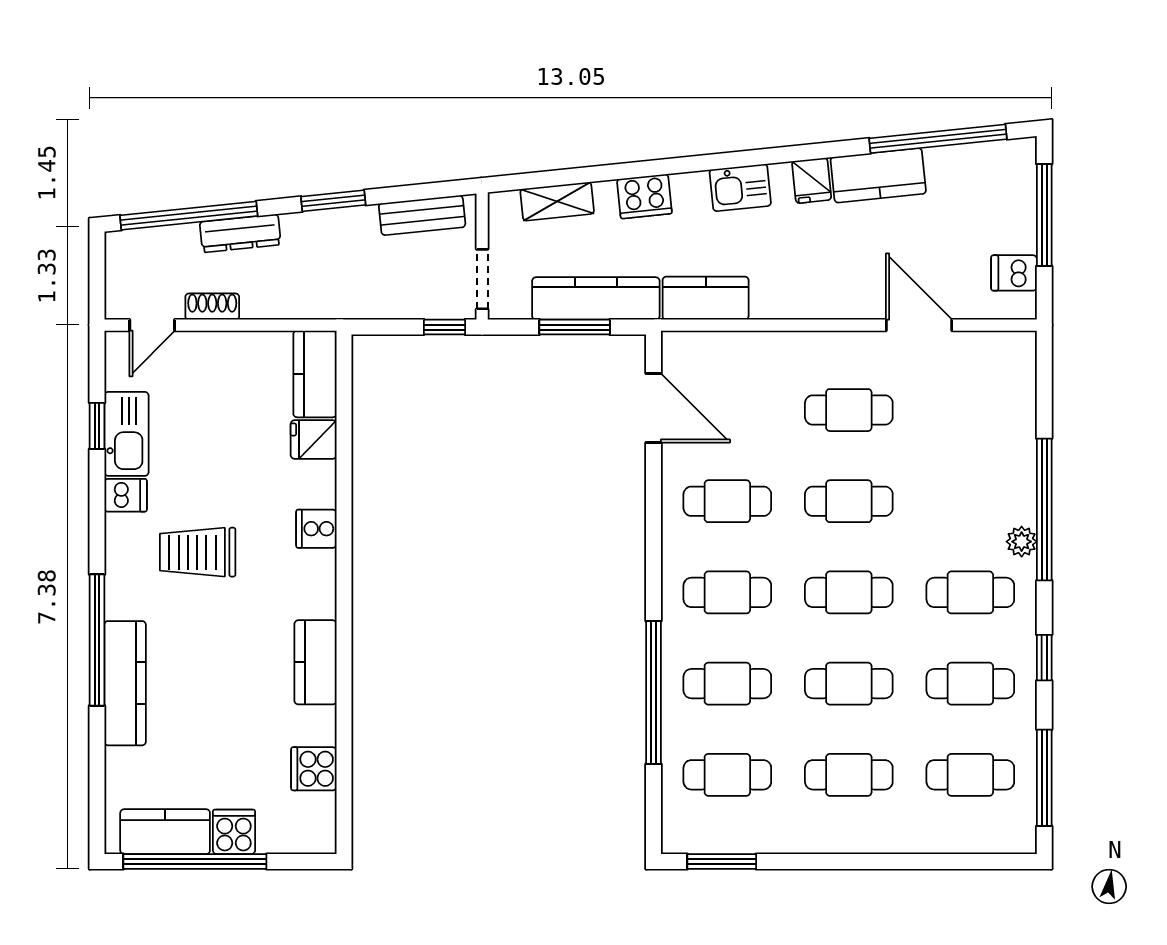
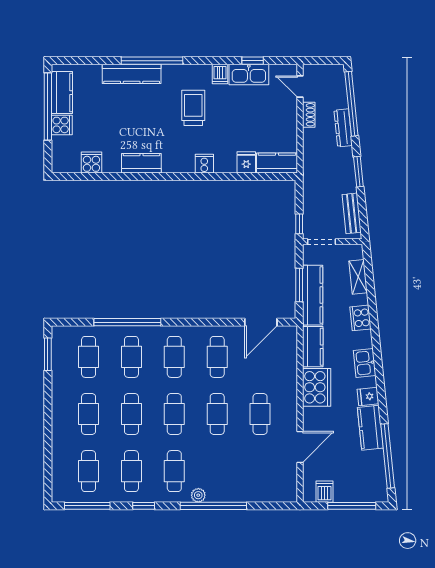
cooker: (792, 290) -> (317, 387), added

